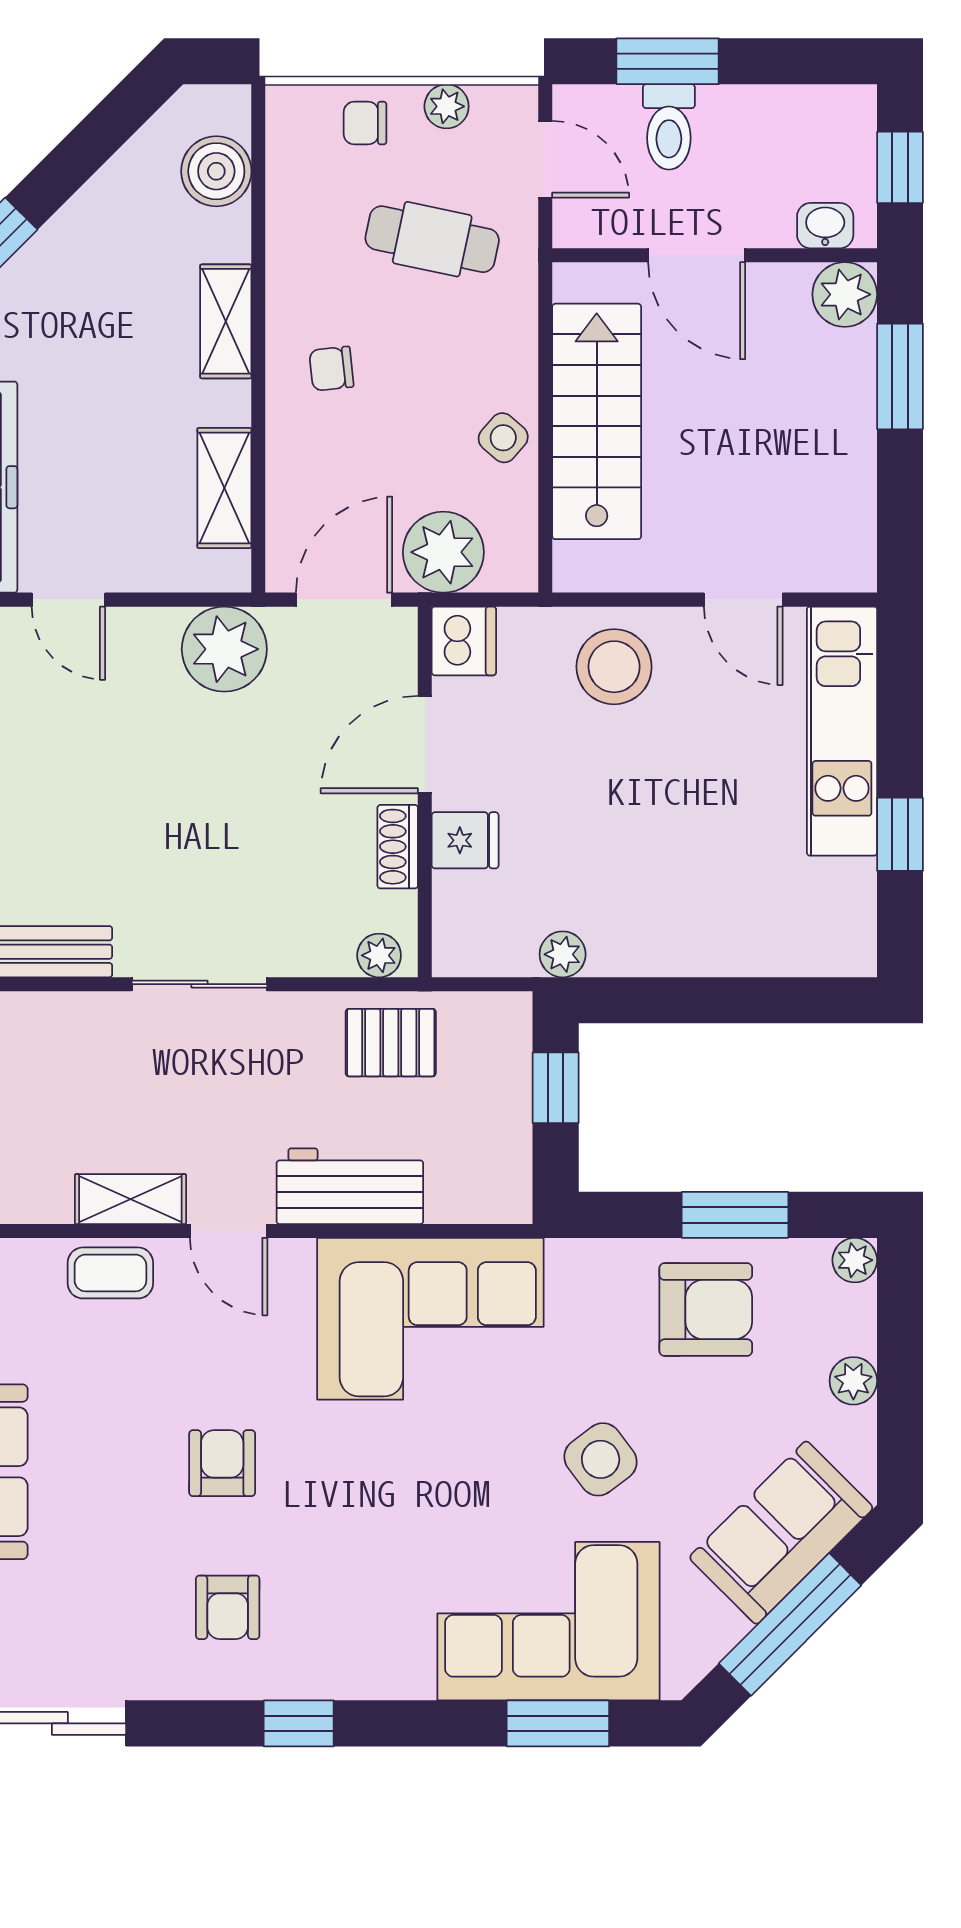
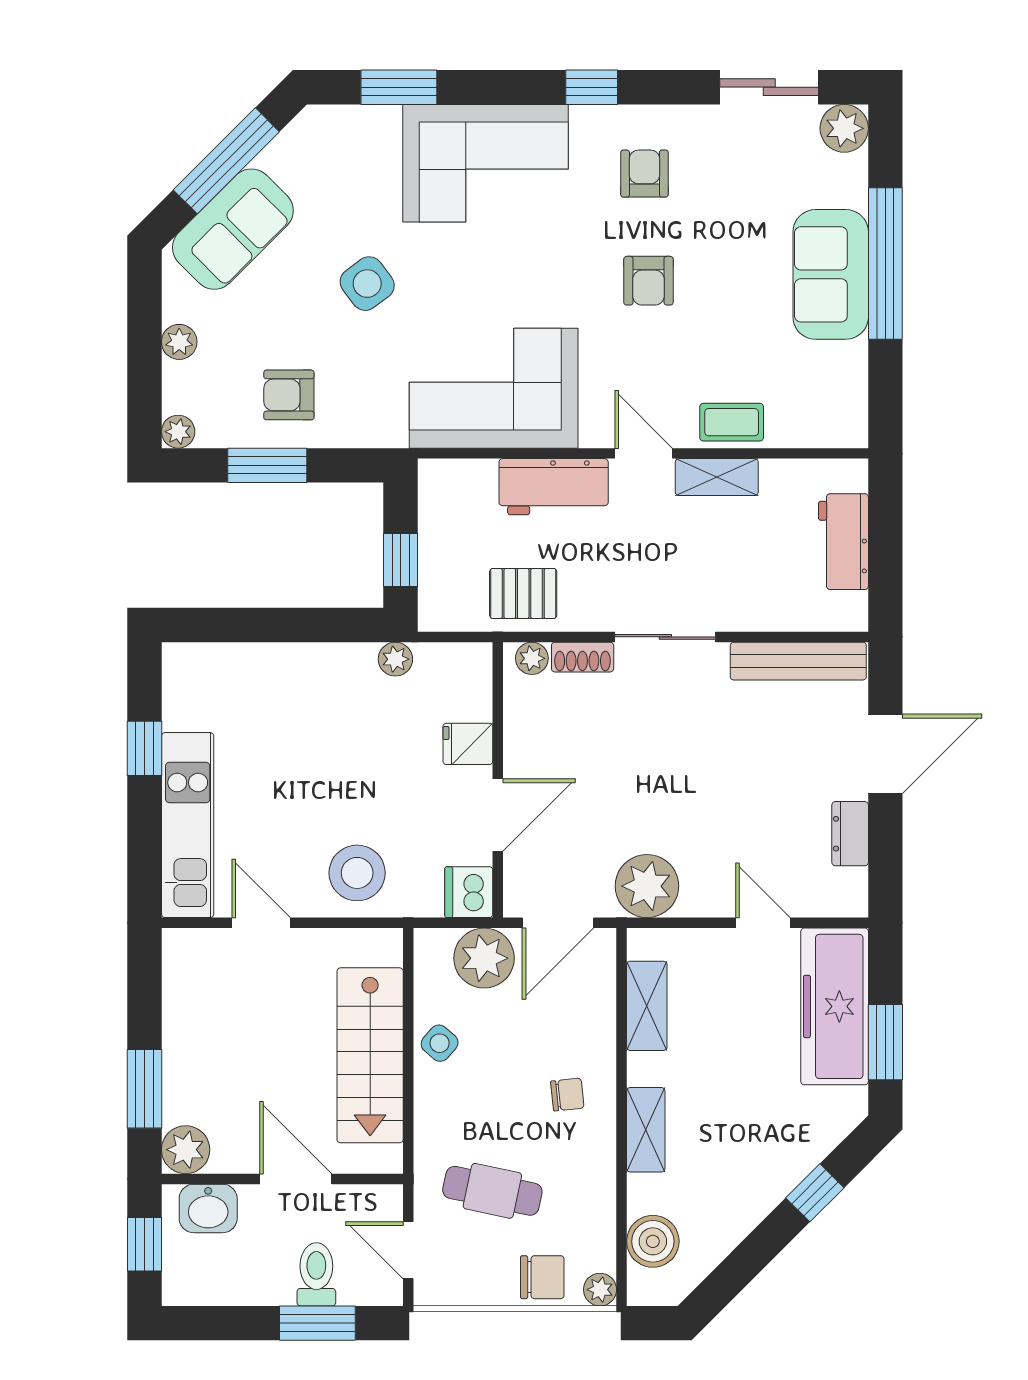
plant: (447, 106) -> (600, 1290), moved
chair: (365, 123) -> (542, 1277), width x1.37, depth x1.37
washbasin: (825, 226) -> (208, 1208), width x1.38, depth x1.45
shoe rack: (398, 847) -> (583, 657), moved, turned 90
armchair: (706, 1310) -> (289, 395), width x0.72, depth x0.72
corner sofa: (549, 1621) -> (486, 163), moved

